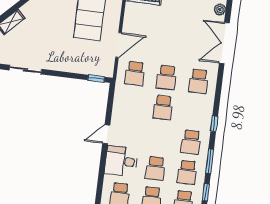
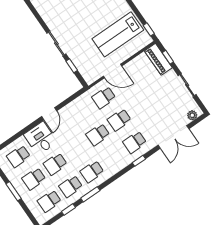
double door: (224, 43) -> (173, 137), swing flipped
sliding door: (25, 70) -> (56, 44), moved
window: (96, 78) -> (72, 66), moved
window: (214, 124) -> (139, 161), moved
door: (106, 134) -> (49, 114), swing flipped

